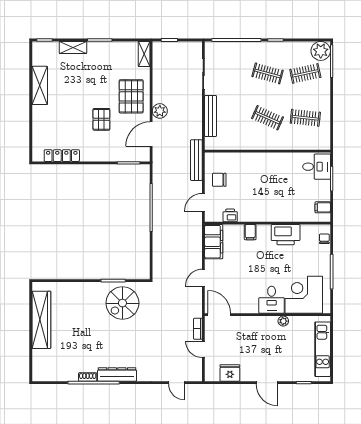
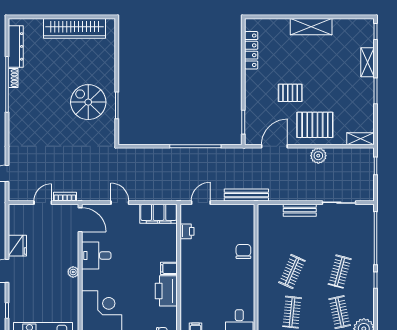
shelving: (40, 85) -> (311, 27), moved
plant: (160, 111) -> (318, 156), moved
bench: (211, 116) -> (300, 210), width x0.73
door: (151, 134) -> (274, 146), hinge flipped
chair: (219, 180) -> (243, 252), moved
door: (203, 202) -> (201, 203), hinge flipped
filing cabinet: (250, 232) -> (169, 268), moved
desk: (272, 300) -> (96, 256), moved
spiral stairs: (122, 303) -> (88, 102), moved
door: (219, 315) -> (80, 220), hinge flipped
plant: (283, 321) -> (73, 272), moved
fridge: (230, 373) -> (17, 246), moved
dresser: (117, 374) -> (16, 46), moved

